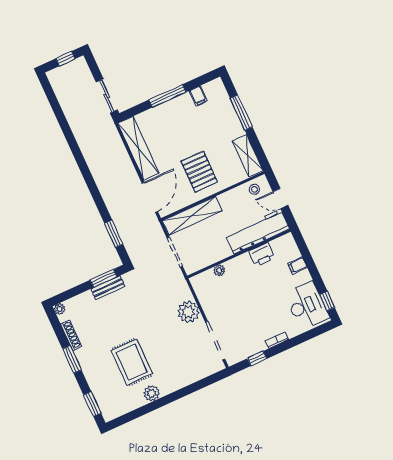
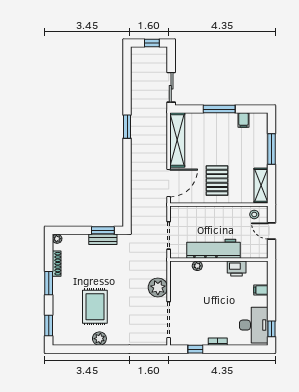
shelving: (192, 216) -> (196, 213), removed
workbench: (257, 232) -> (213, 249), moved
window: (114, 234) -> (127, 127), moved

